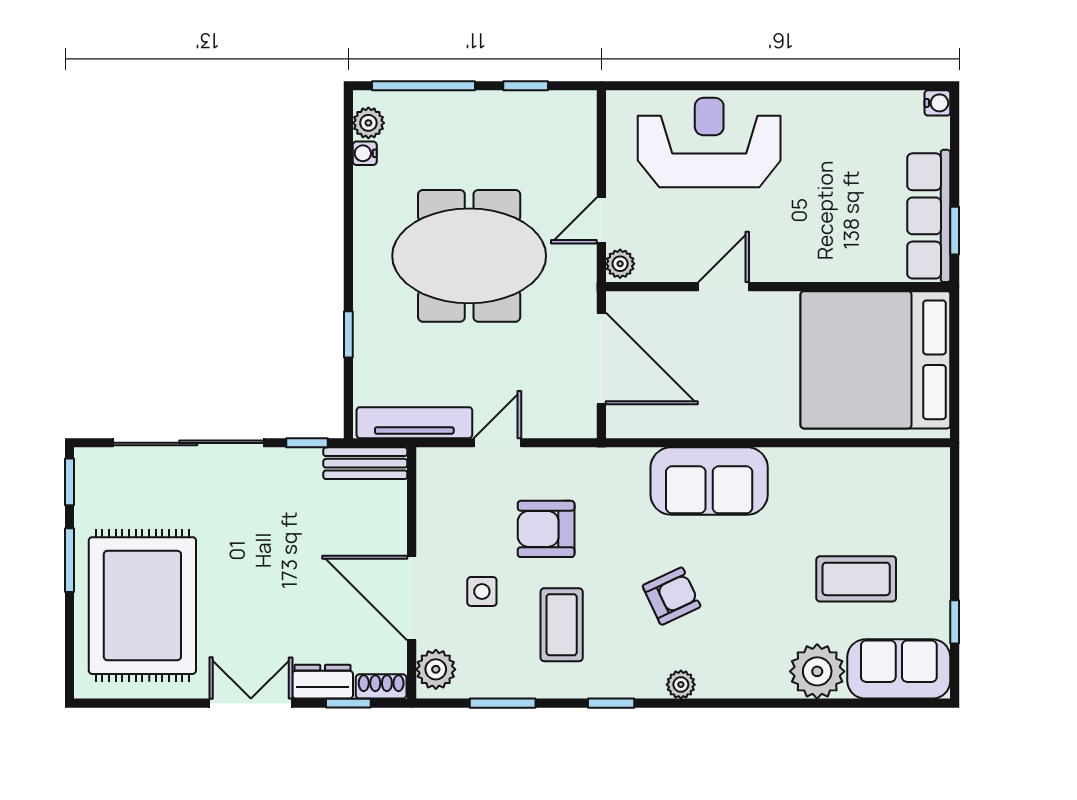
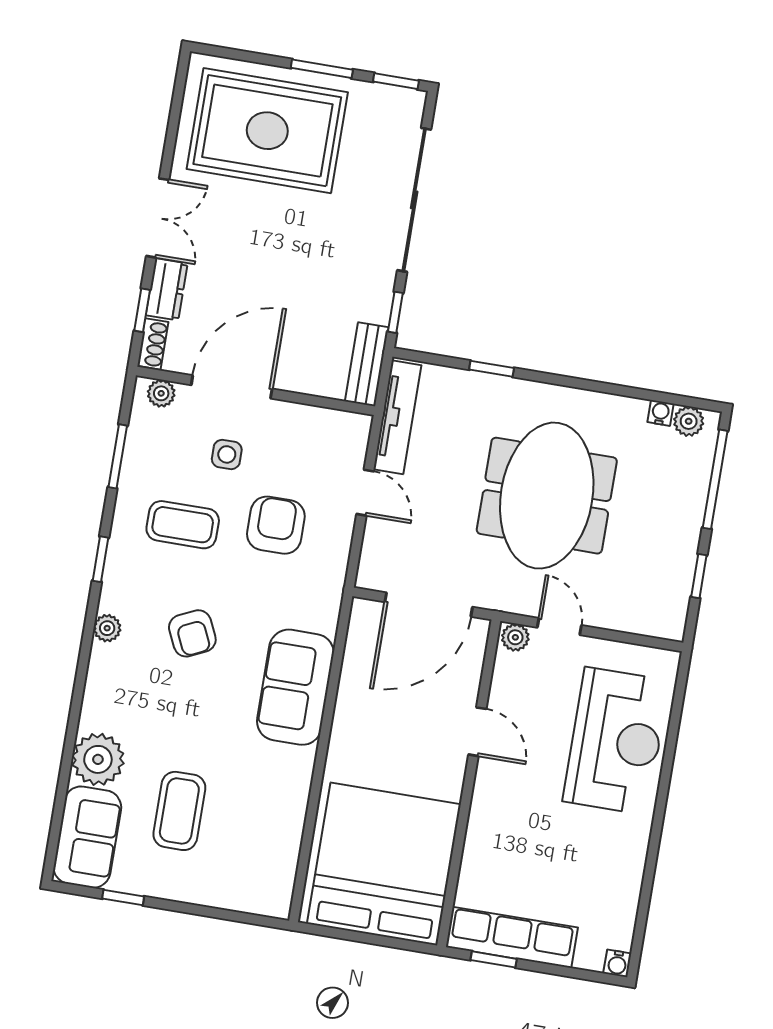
plant: (436, 669) -> (161, 393), width x0.73, depth x0.73

